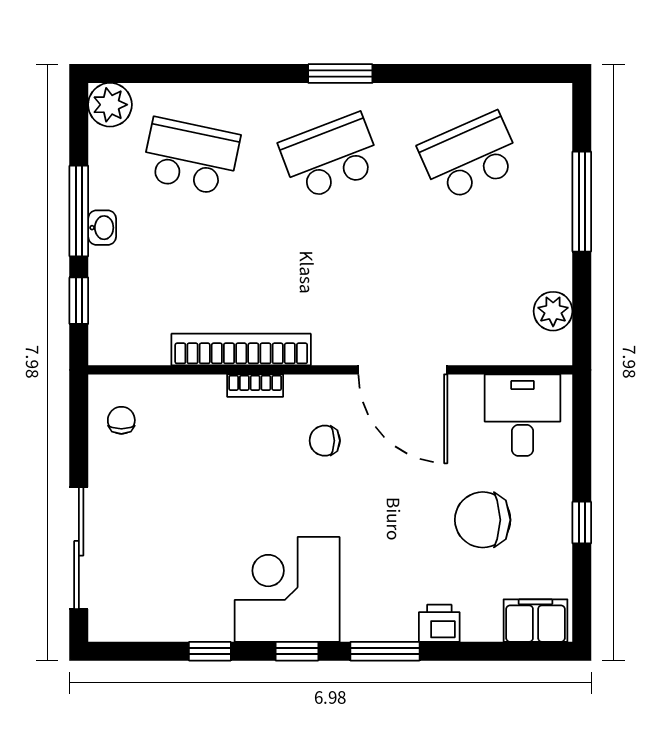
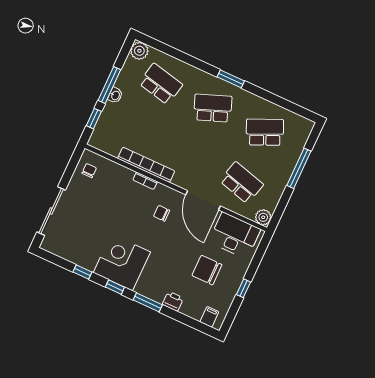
school desk: (470, 292) -> (241, 183), added
plant: (553, 311) -> (263, 217), moved
desk: (522, 415) -> (235, 235), width x1.37
filing cabinet: (536, 621) -> (209, 317), width x0.50

